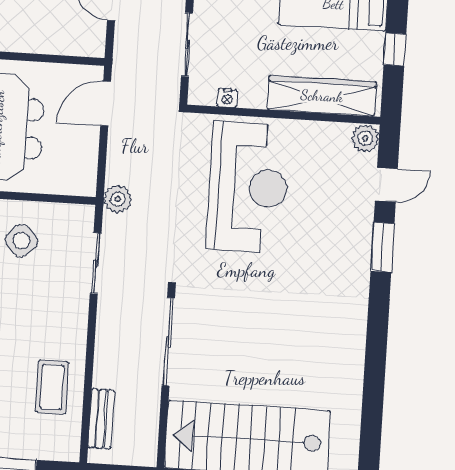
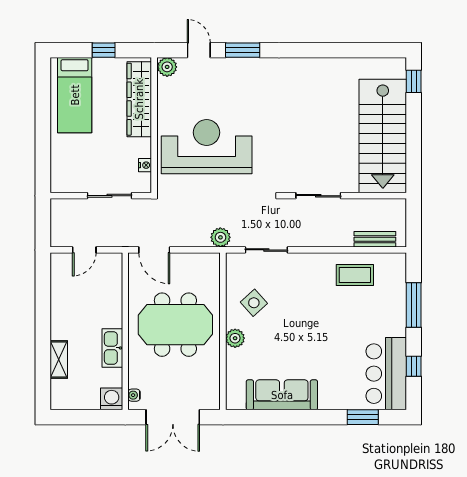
sliding door: (168, 342) -> (318, 196), width x0.73

